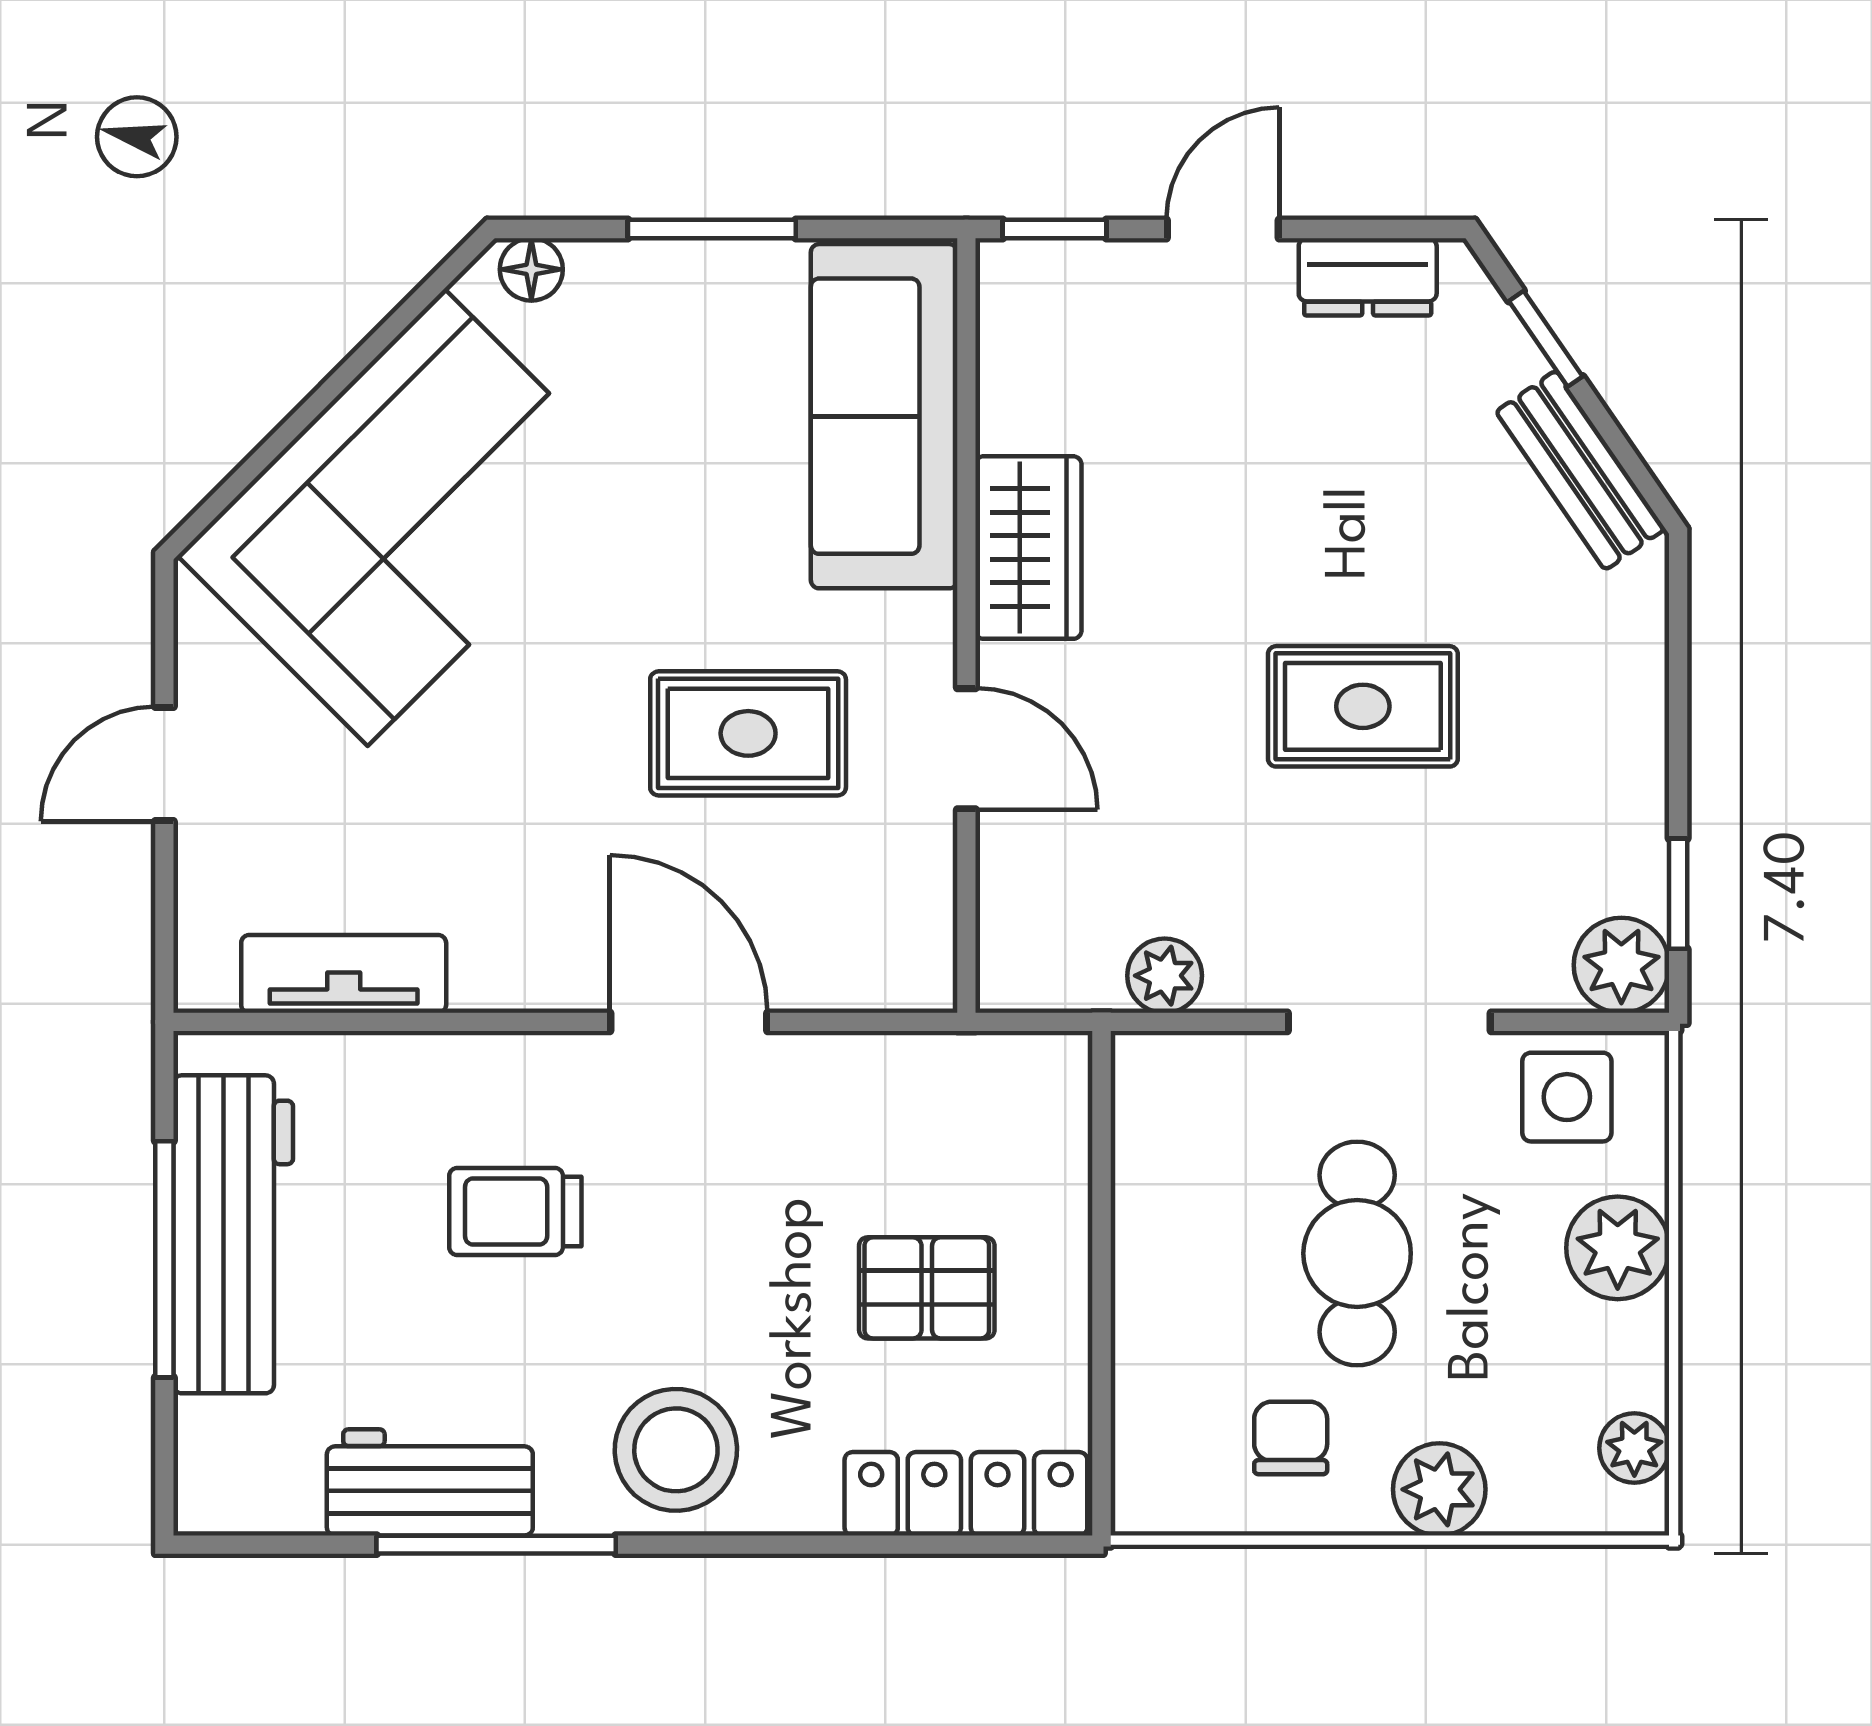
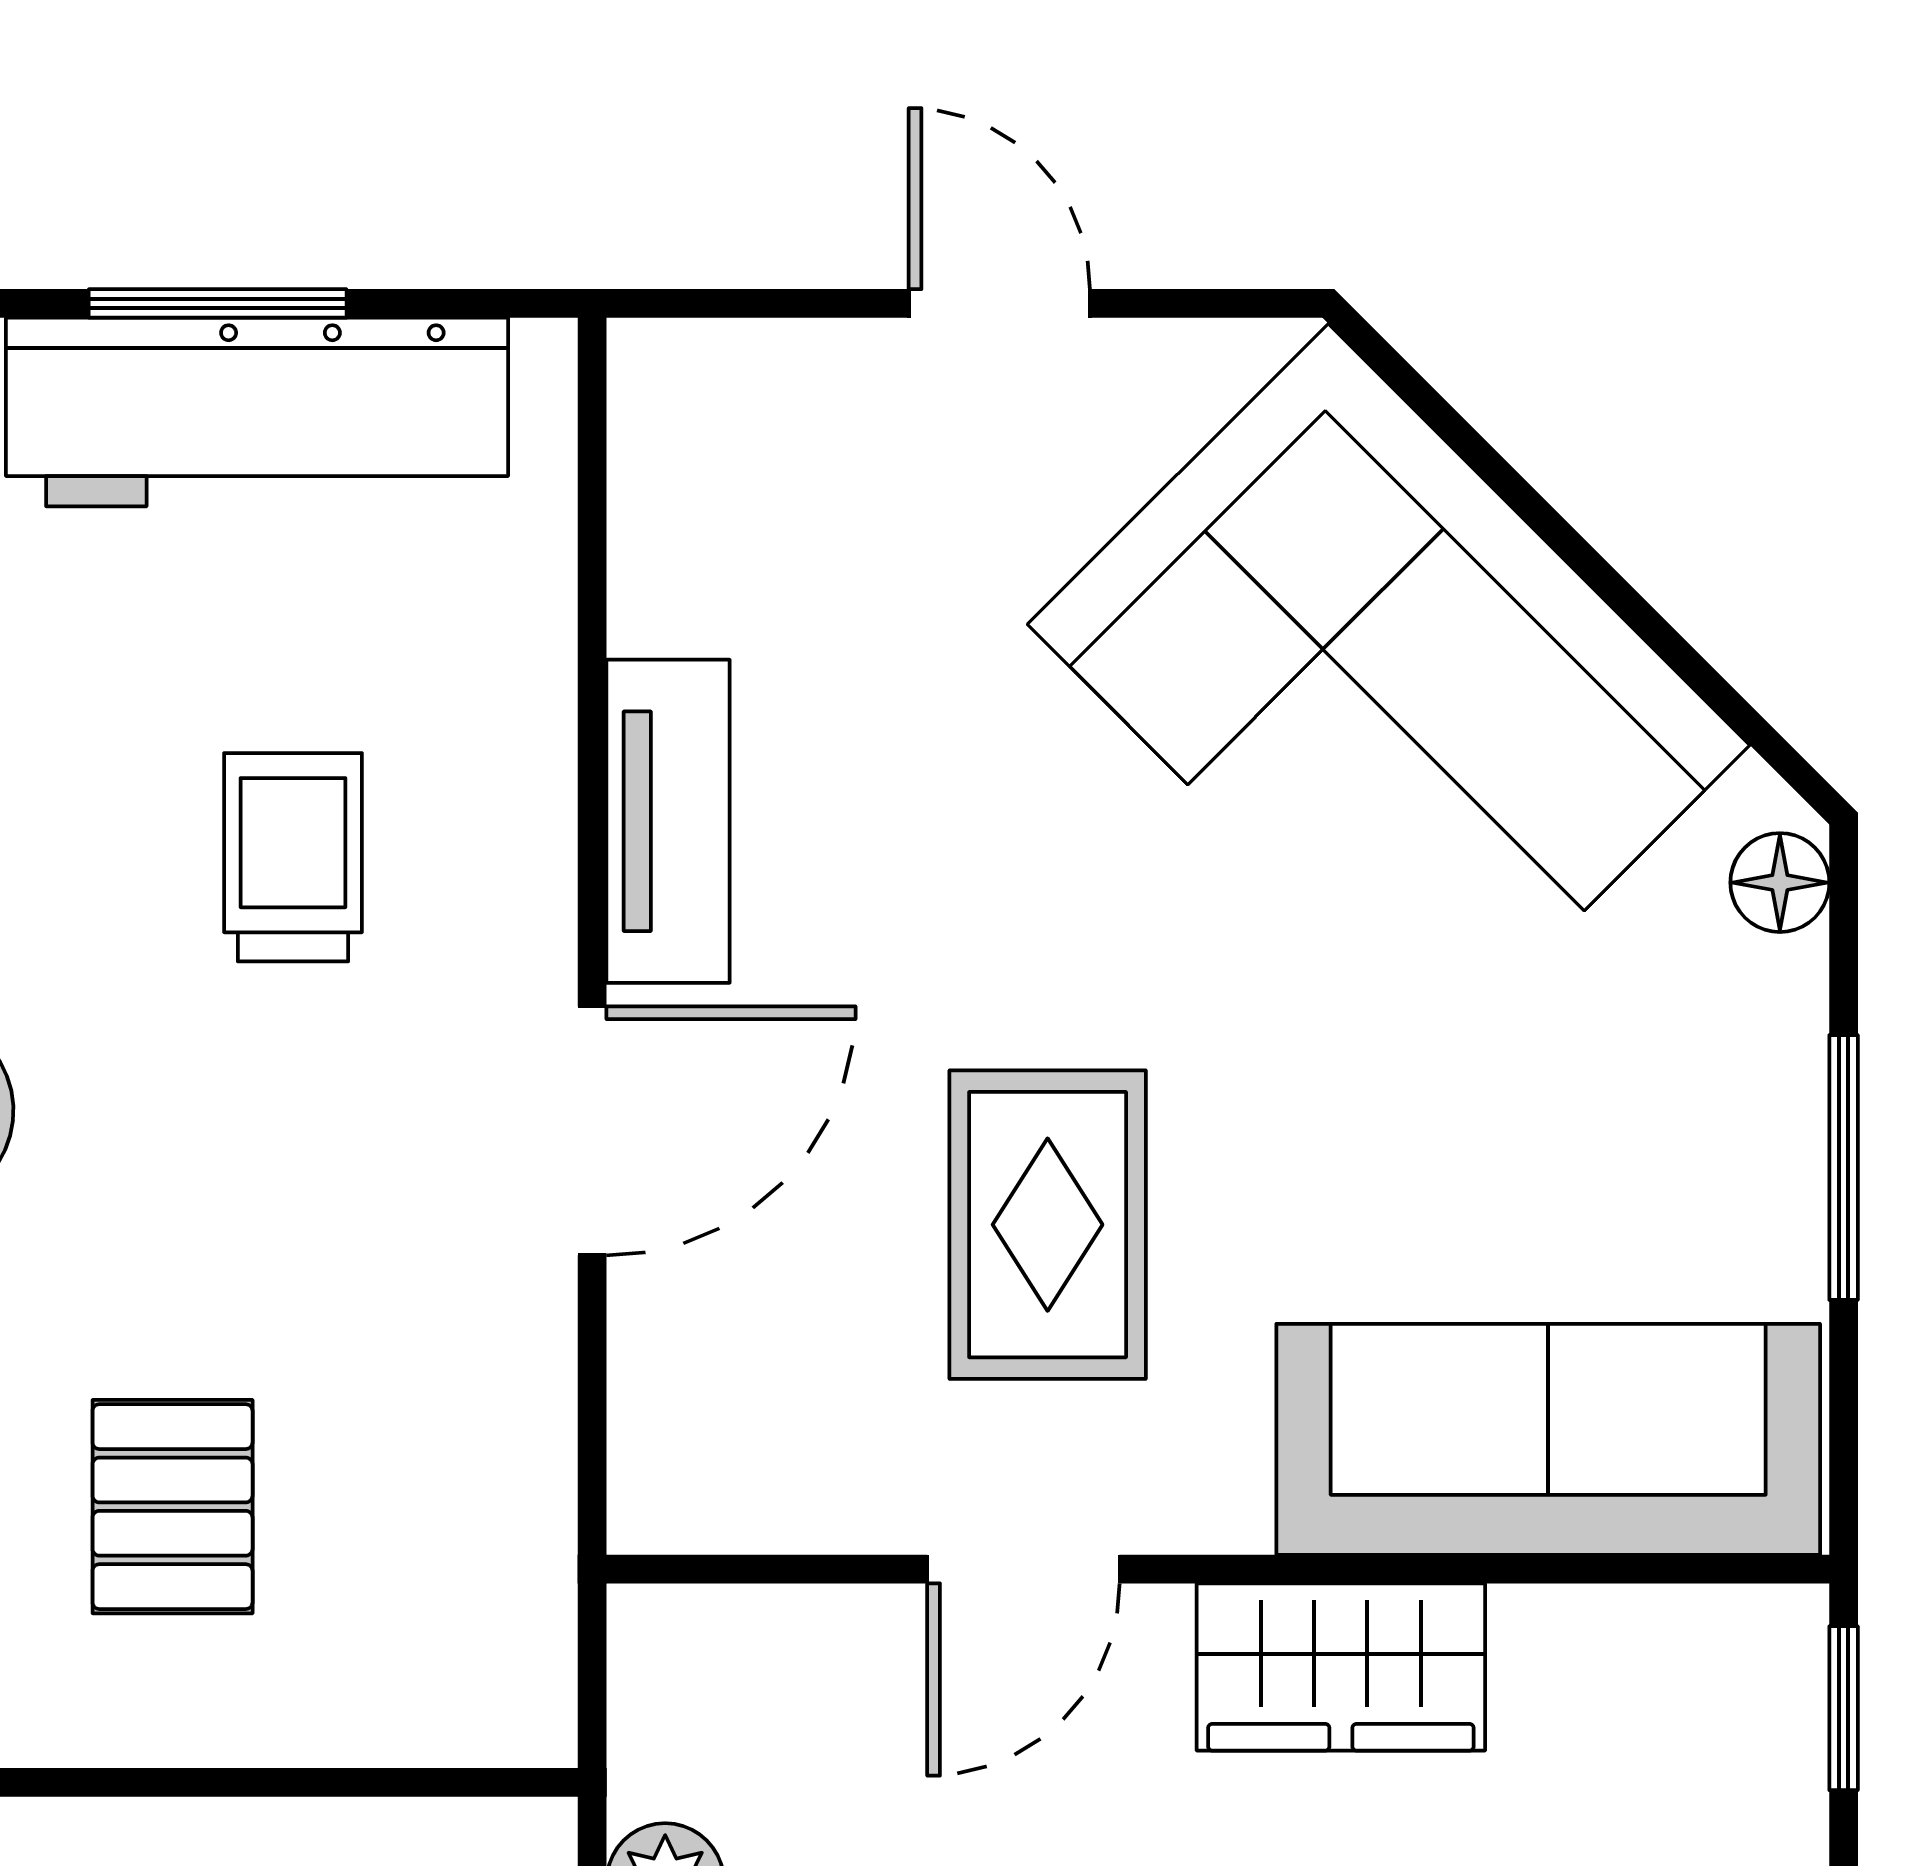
tv unit: (344, 974) -> (668, 821), moved
window: (164, 1259) -> (218, 303), width x0.69

